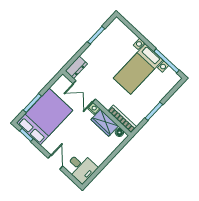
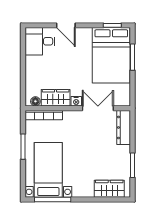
wardrobe: (125, 34) -> (109, 189), added
dresser: (76, 67) -> (124, 127), width x1.44
bed with nightstands: (138, 69) -> (48, 170), moved

